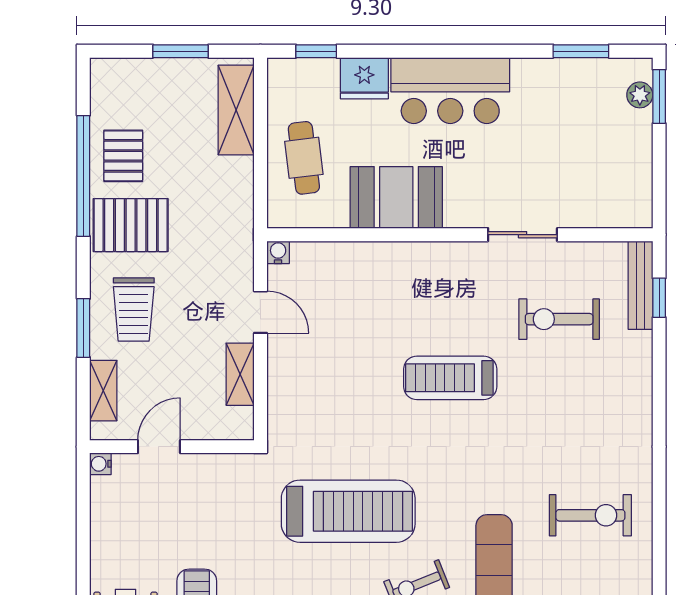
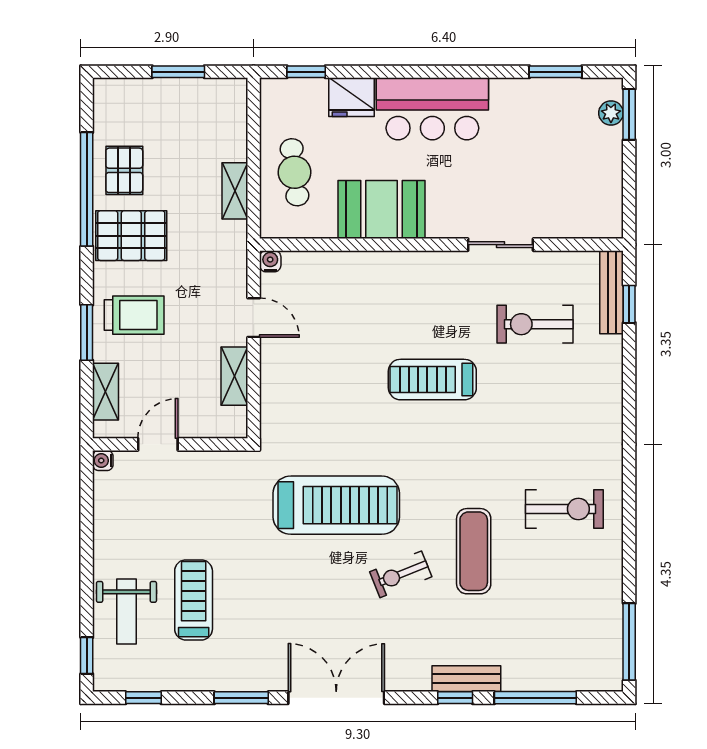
shelving: (236, 110) -> (235, 191), moved, width x0.67, depth x0.75
trolley: (134, 309) -> (134, 315), turned -90

